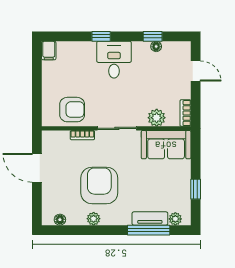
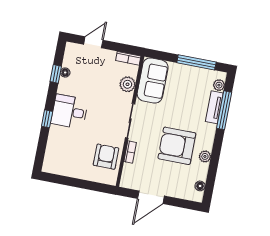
filing cabinet: (49, 51) -> (51, 167), removed
window: (196, 189) -> (196, 62), width x2.17

